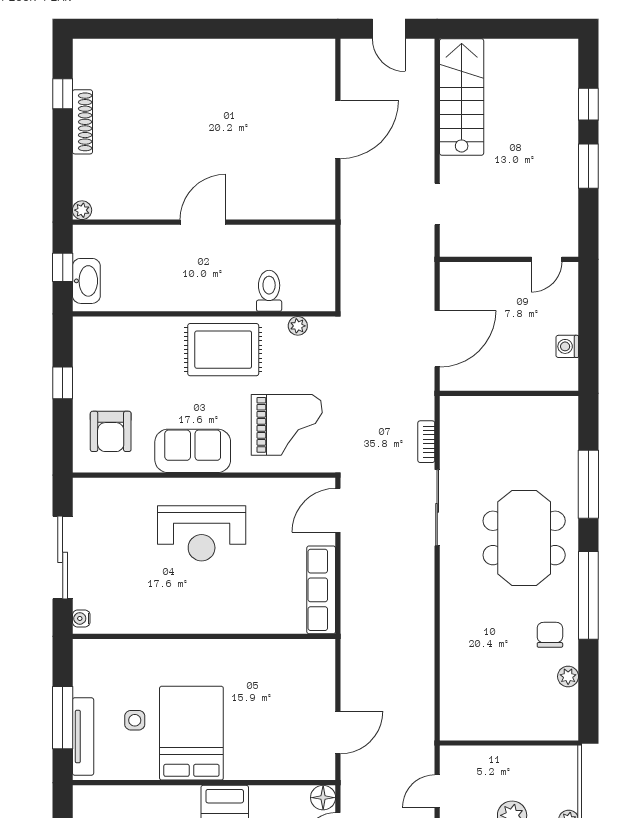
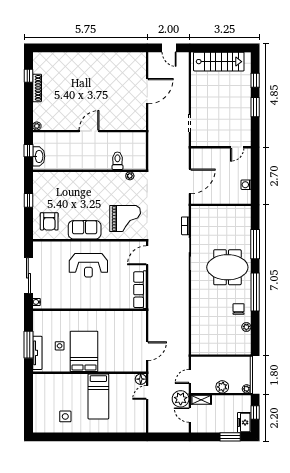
stairs: (462, 97) -> (219, 62), moved, turned 90
rug: (223, 350) -> (98, 186), removed
meeting table: (524, 538) -> (227, 267), turned 90

